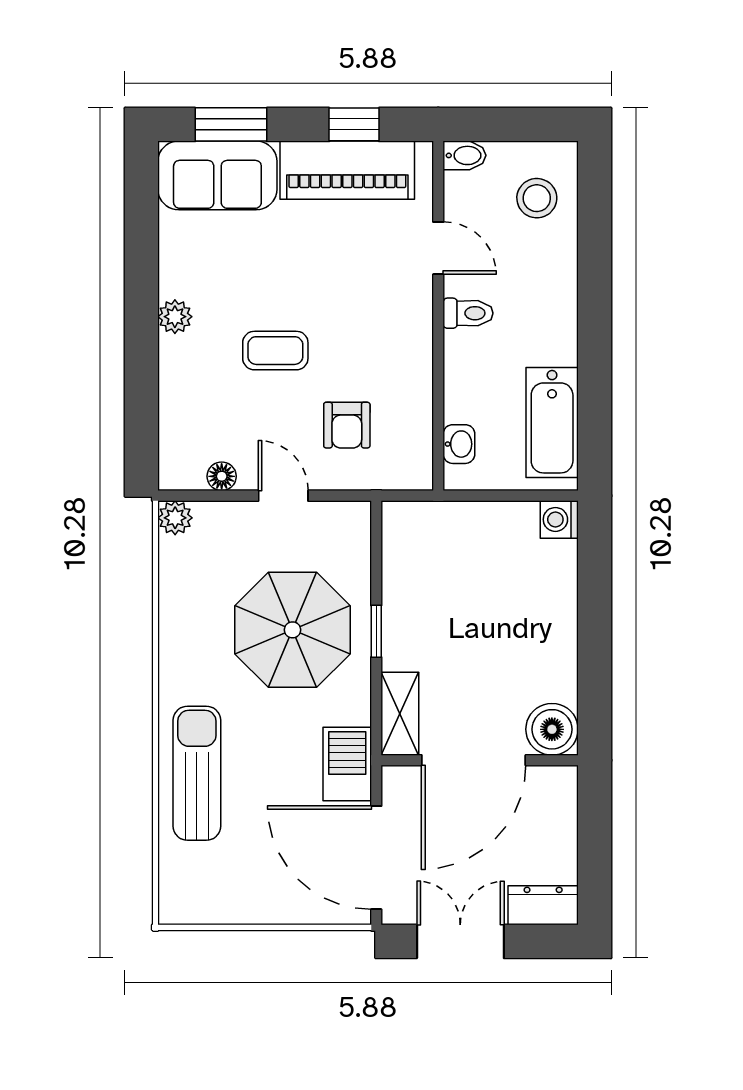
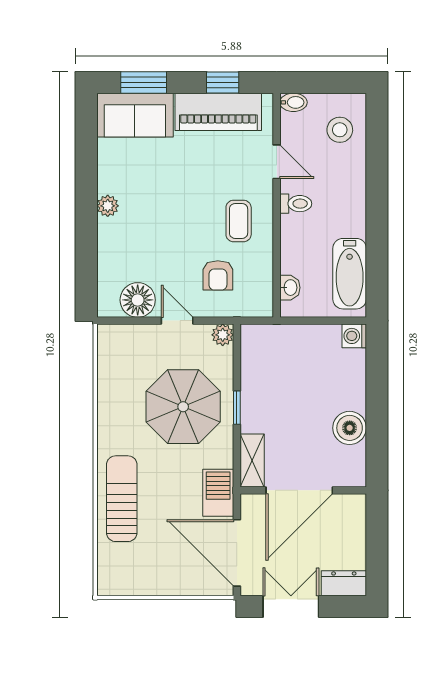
coffee table: (275, 351) -> (239, 221), moved, turned 90
floor lamp: (222, 476) -> (138, 300), width x1.89, depth x1.89
plant: (175, 518) -> (223, 335), moved
boiler: (552, 729) -> (350, 428), moved

